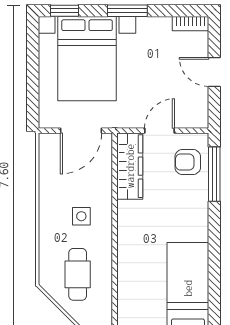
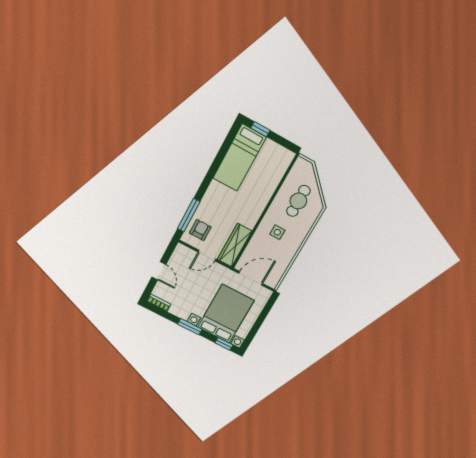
armchair: (188, 162) -> (200, 230), turned -90

